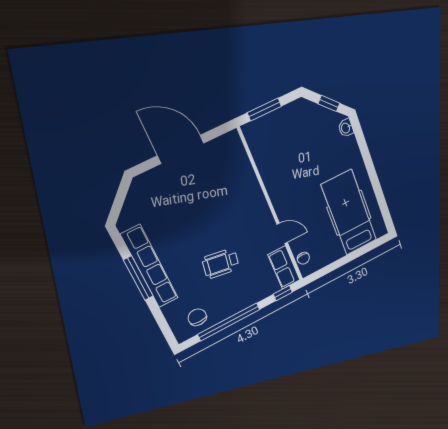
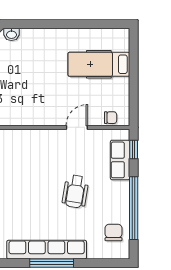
hospital bed: (349, 213) -> (99, 64), width x0.73, depth x0.78
row of seats: (284, 267) -> (120, 160), moved, turned 90
chair: (197, 317) -> (114, 232), turned 90

